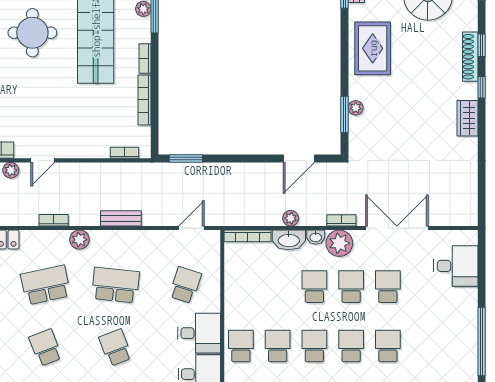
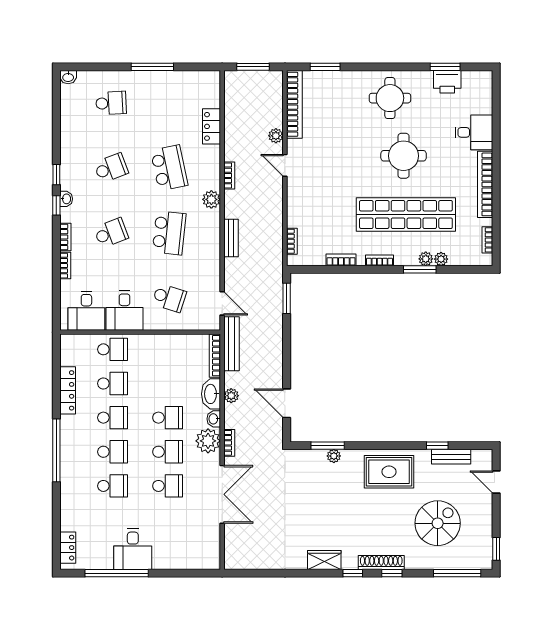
bookcase: (145, 100) -> (341, 260), width x0.64
bench: (235, 218) -> (231, 344), added
desk: (456, 266) -> (133, 549), moved

